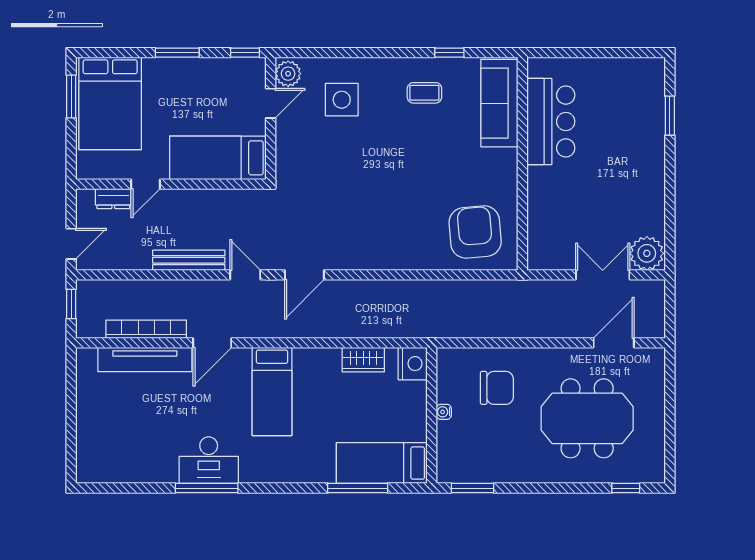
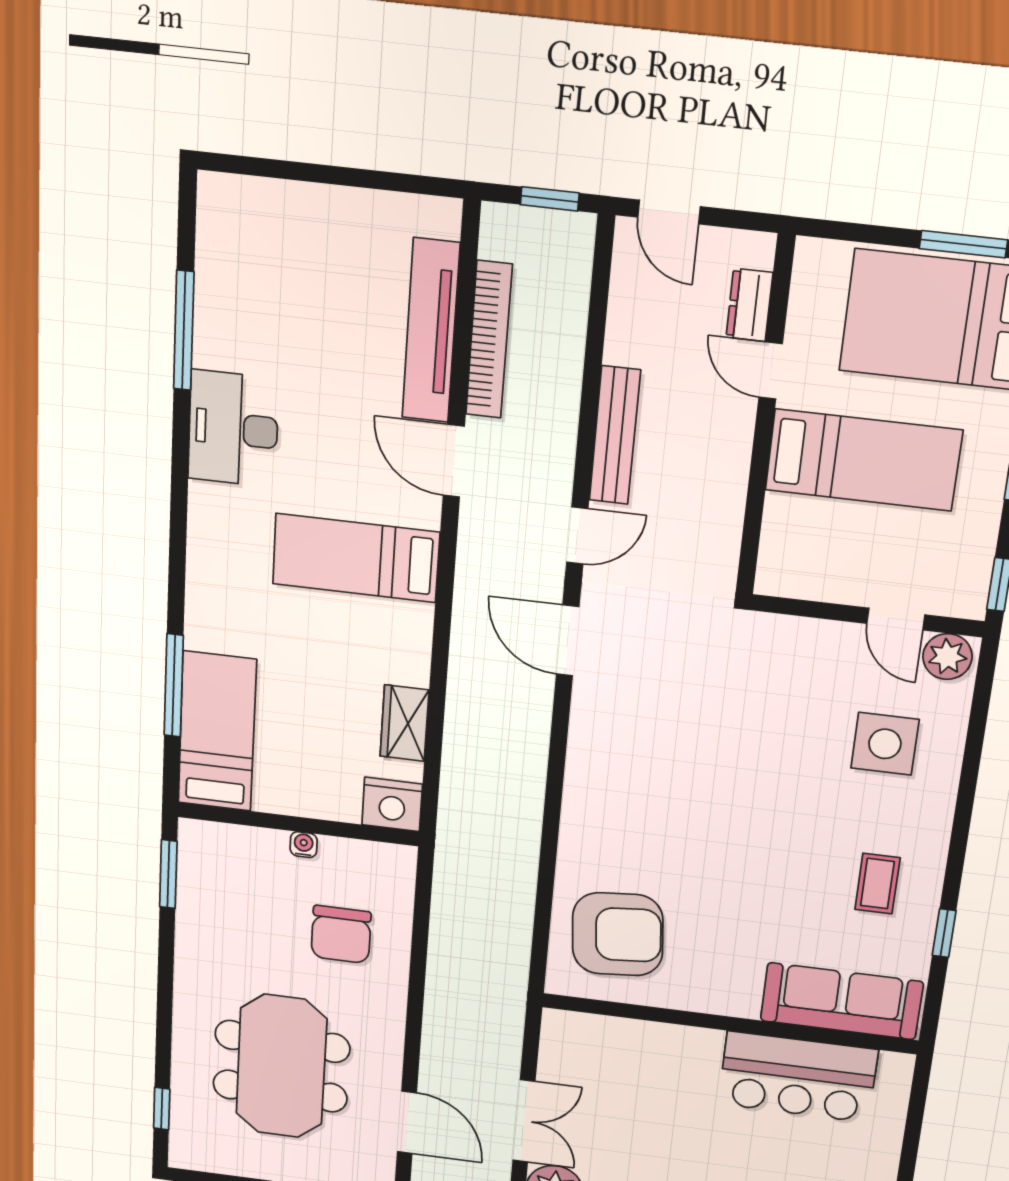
bed: (218, 158) -> (864, 460), moved, turned 90
window: (207, 488) -> (184, 331), moved

